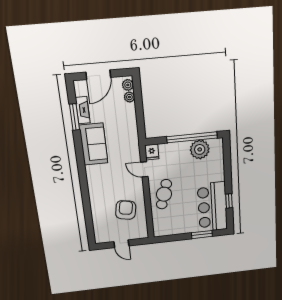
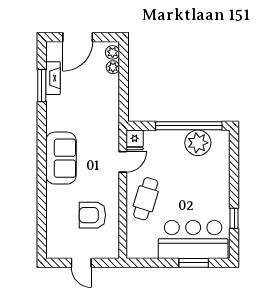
sofa: (94, 144) -> (61, 158), moved
door: (144, 169) -> (123, 162), swing flipped
bar counter: (212, 207) -> (193, 239), moved, turned 90
armchair: (126, 210) -> (92, 215), turned -100

